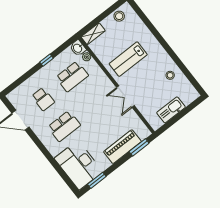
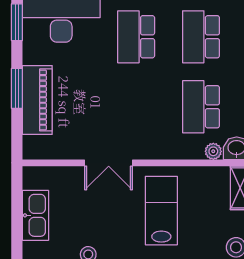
double door: (125, 97) -> (109, 163), swing flipped
school desk: (43, 99) -> (201, 37), width x1.85
window: (139, 147) -> (17, 88), moved

